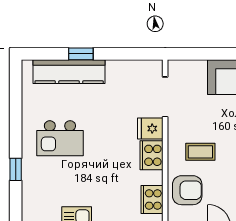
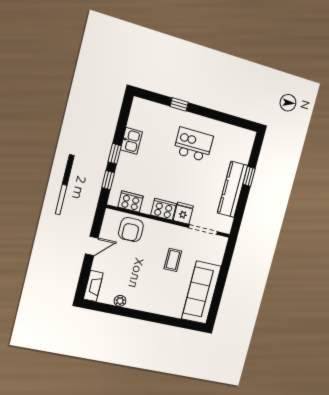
kitchen counter: (69, 72) -> (233, 189), moved
kitchen island: (60, 138) -> (193, 145), turned 90
coffee table: (200, 152) -> (173, 260), moved

